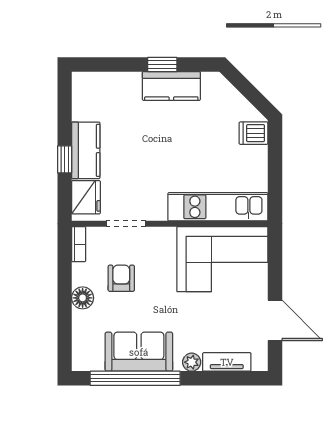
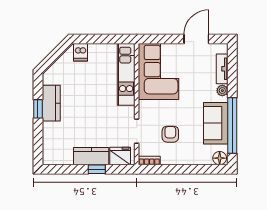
armchair: (121, 278) -> (170, 134), turned 90
floor lamp: (83, 298) -> (220, 158), moved

